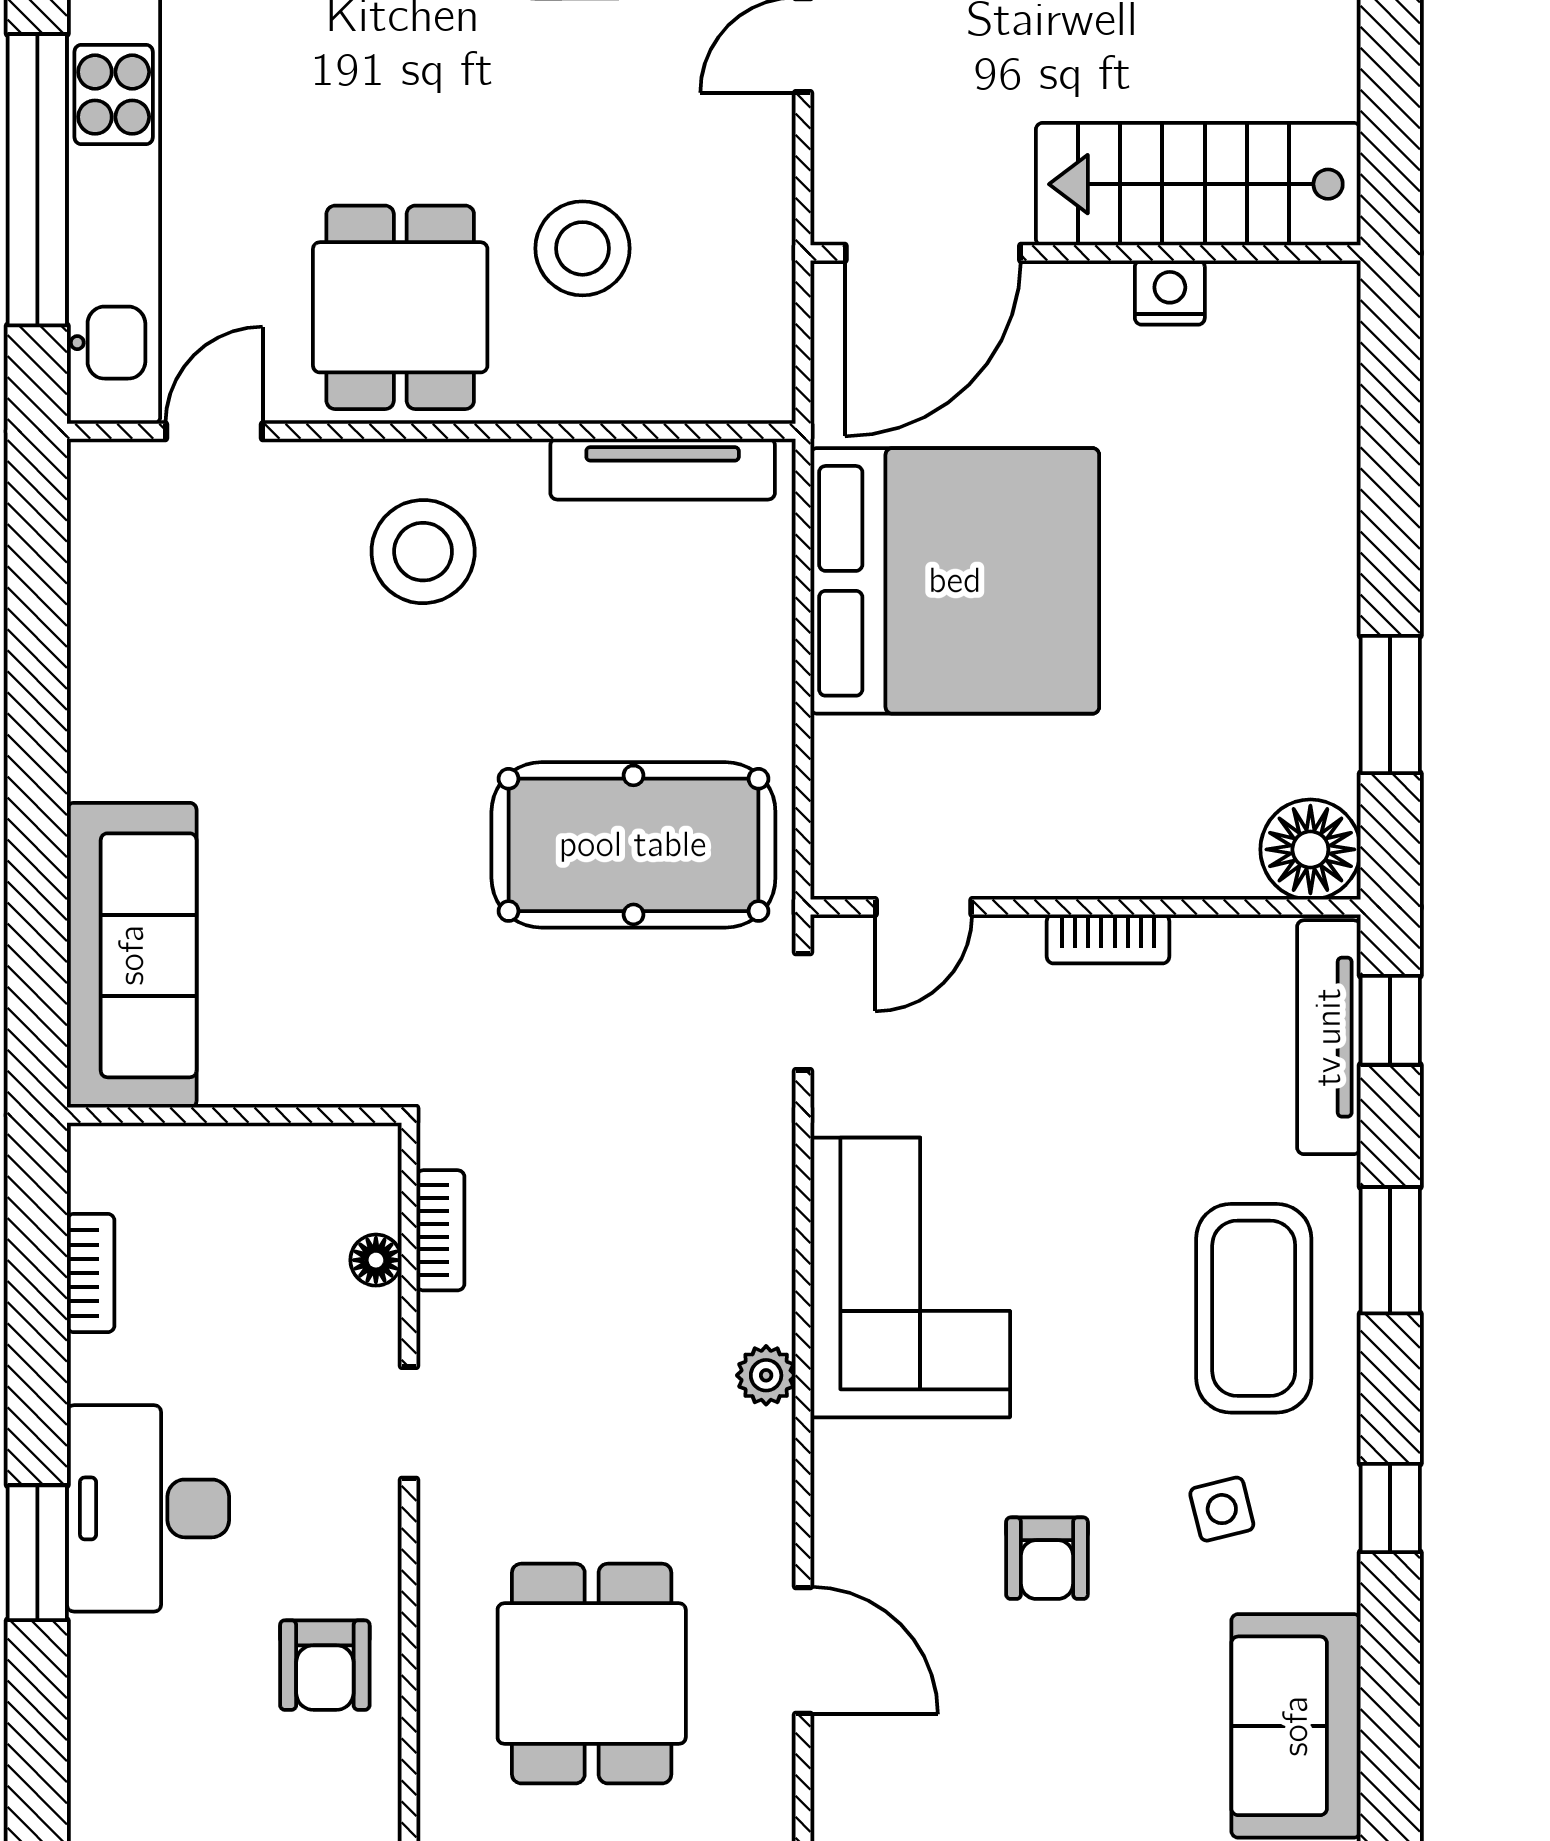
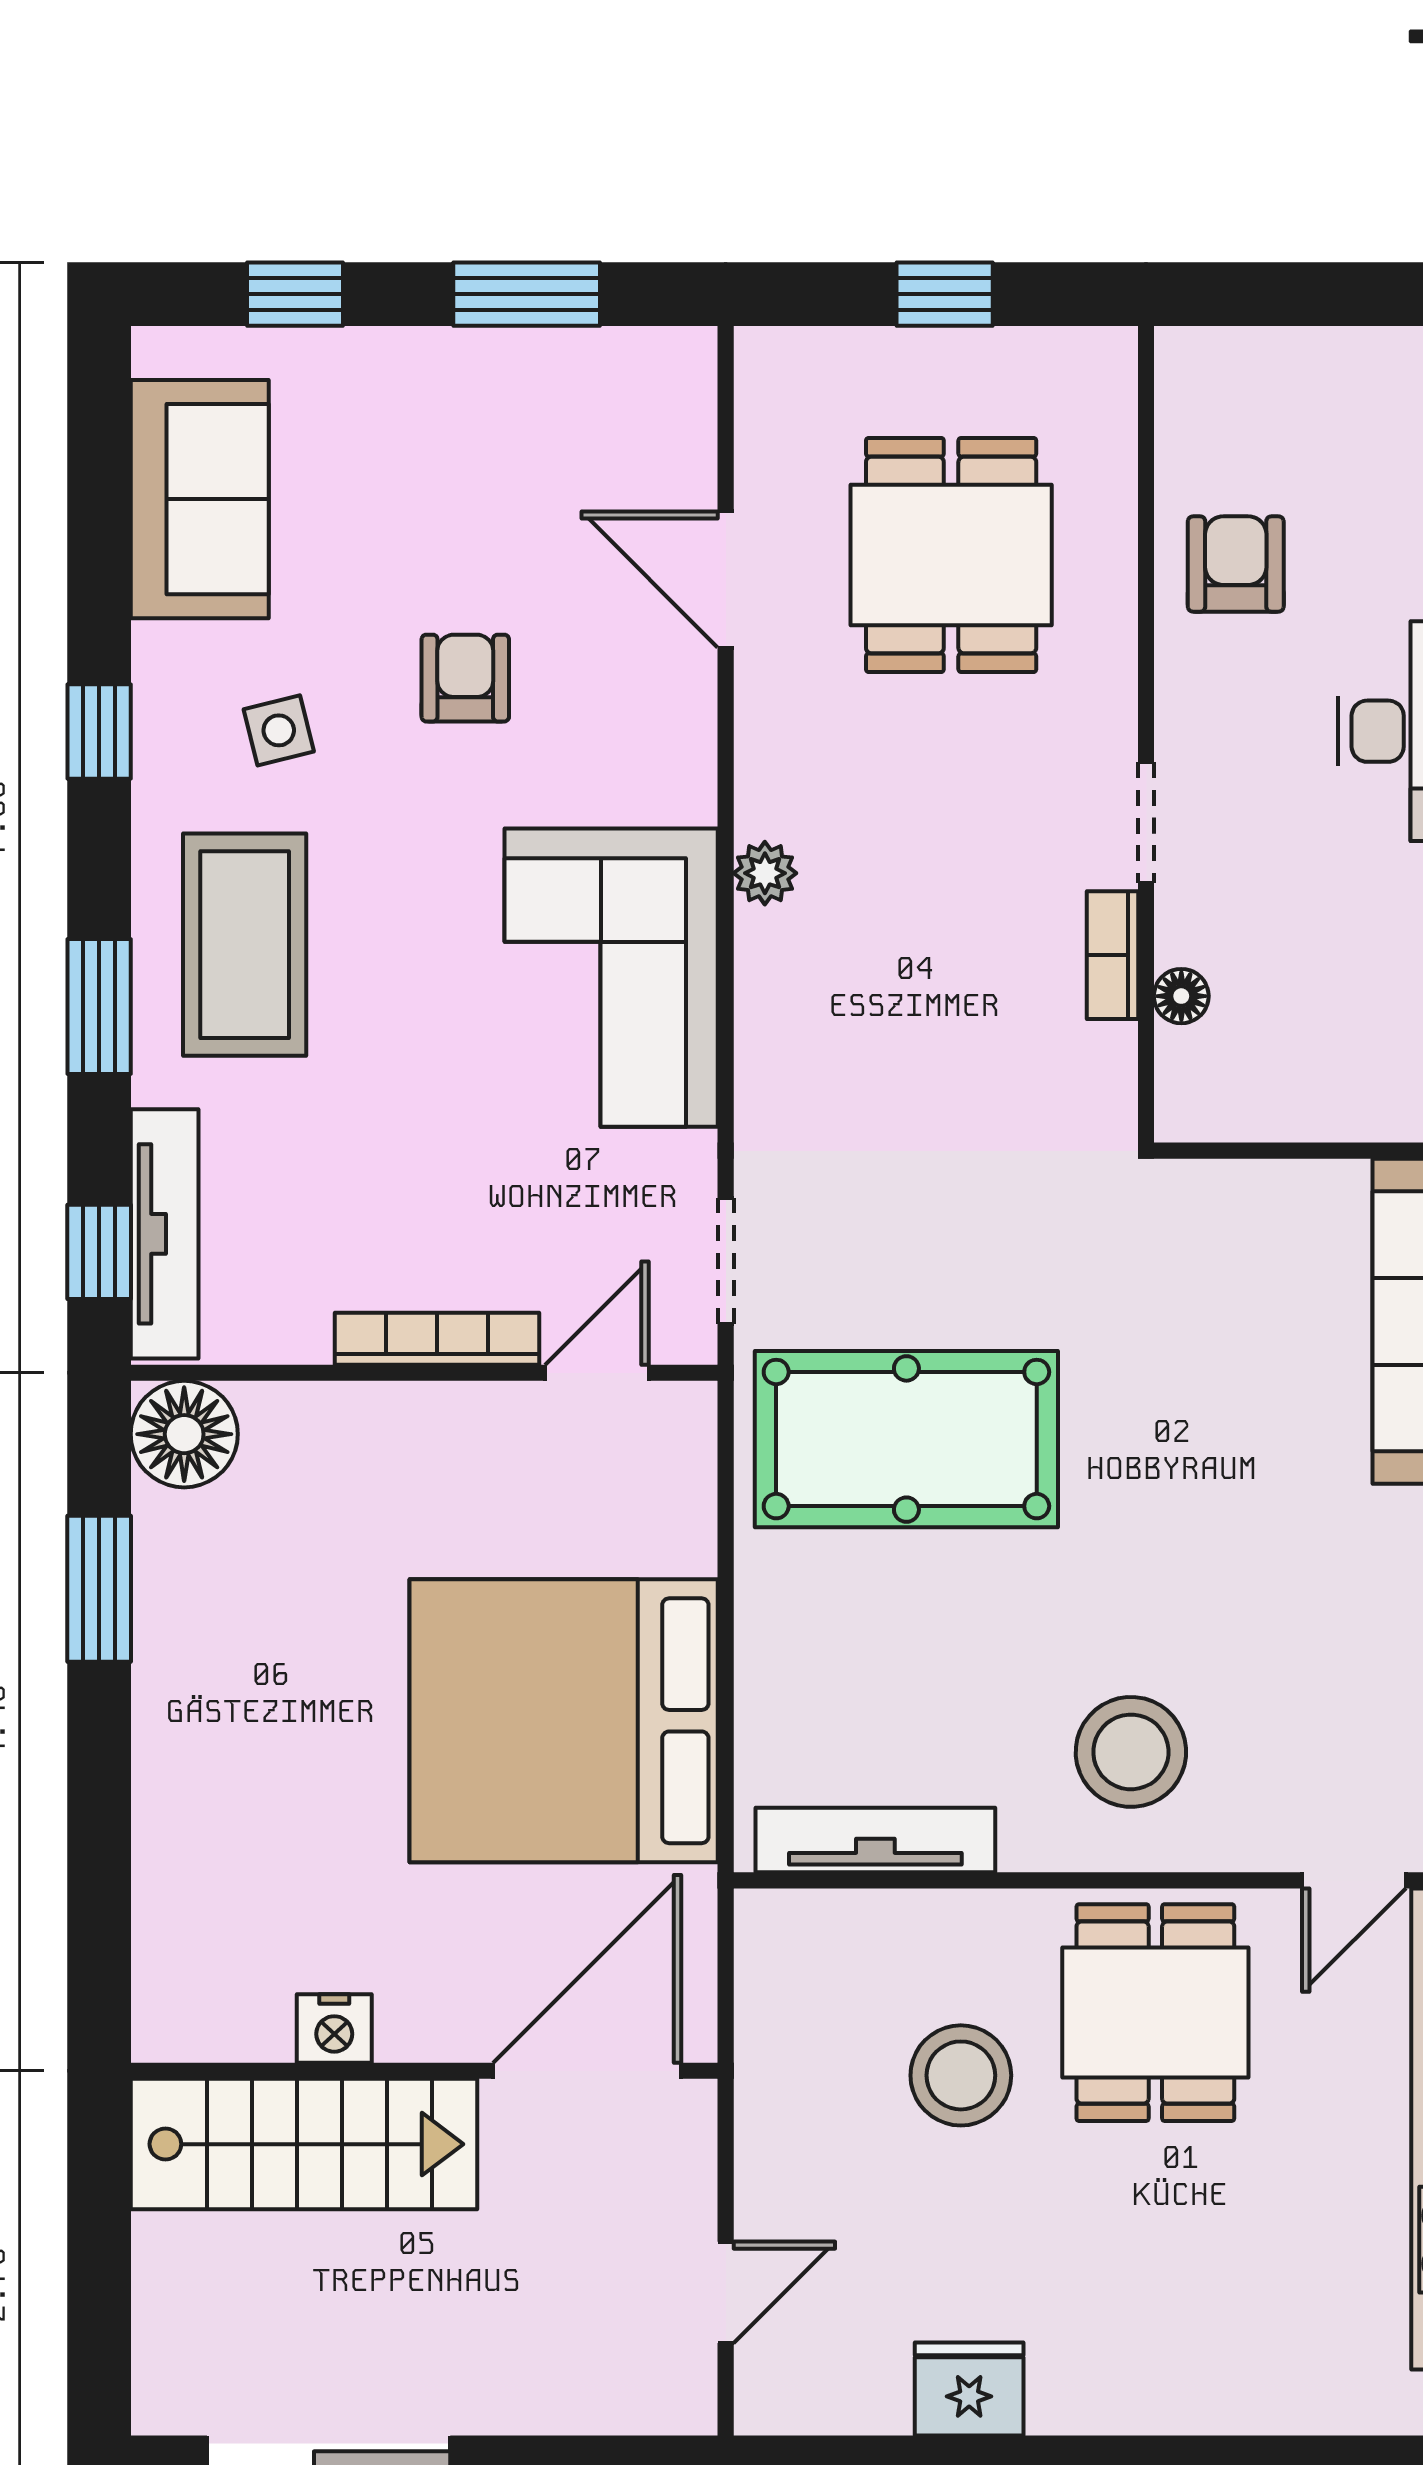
bookcase: (1108, 939) -> (437, 1339), width x1.56
bookcase: (440, 1230) -> (1112, 955), moved

